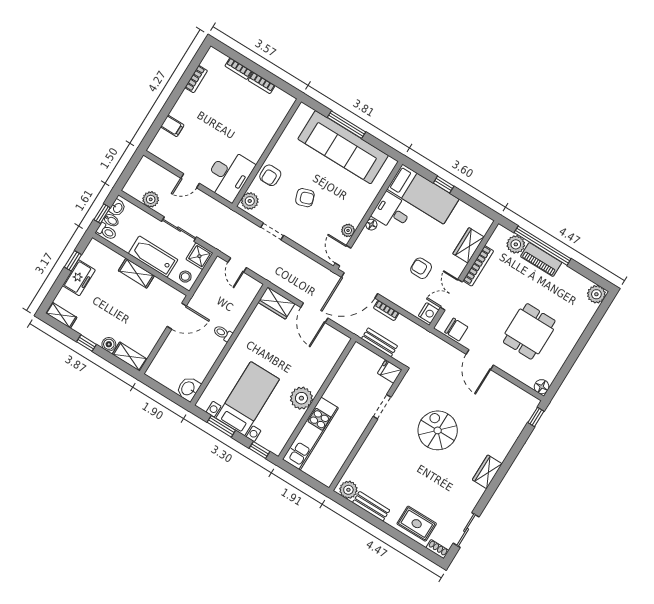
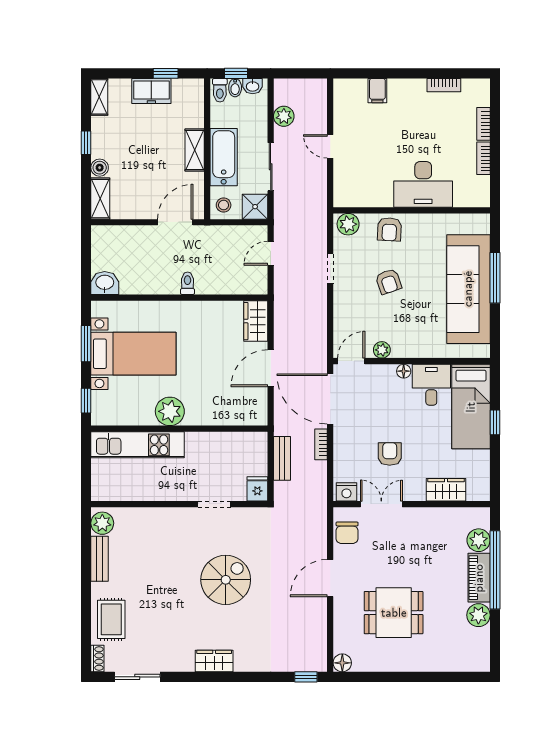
desk: (229, 175) -> (423, 184), moved
armchair: (270, 175) -> (389, 229), turned -87
bookcase: (478, 266) -> (430, 514), removed
plant: (596, 294) -> (478, 615), moved
door: (177, 316) -> (175, 222), swing flipped

